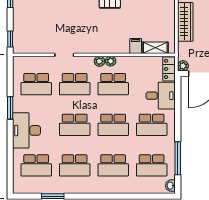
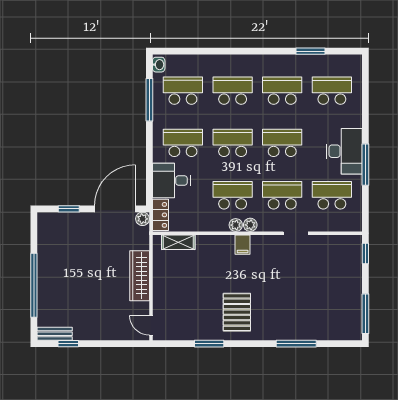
filing cabinet: (136, 46) -> (243, 245), moved
window: (10, 108) -> (365, 165), width x1.44
desk: (27, 130) -> (344, 151), moved

